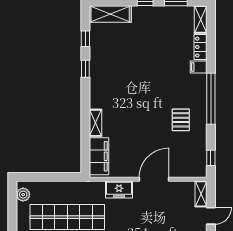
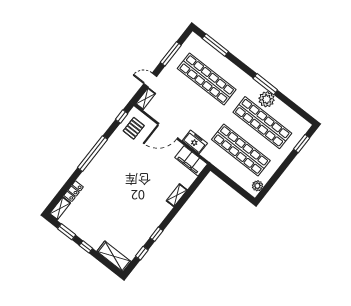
filing cabinet: (199, 67) -> (85, 180), removed
pallet: (181, 120) -> (134, 128), moved
filing cabinet: (99, 156) -> (191, 161), moved, turned -90

